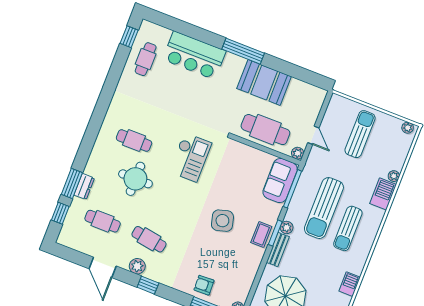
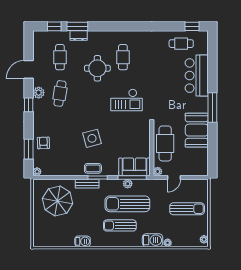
plant: (287, 227) -> (128, 184), moved

